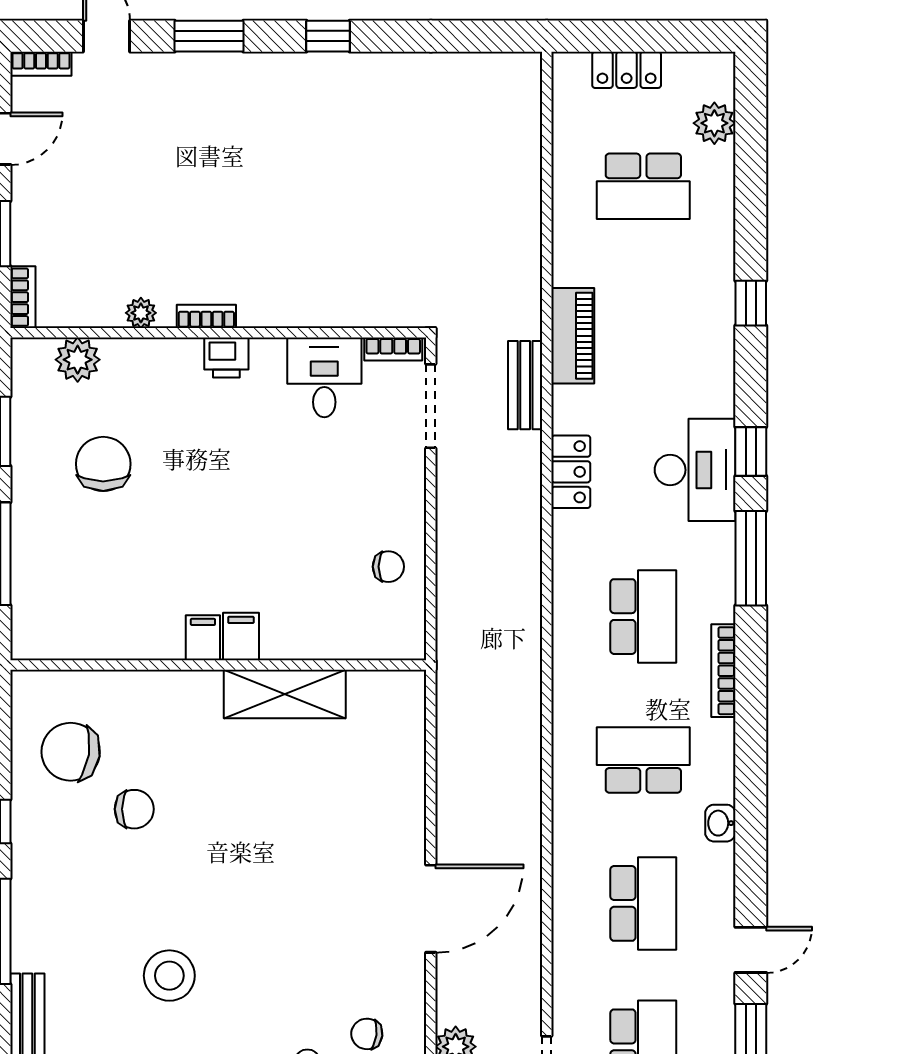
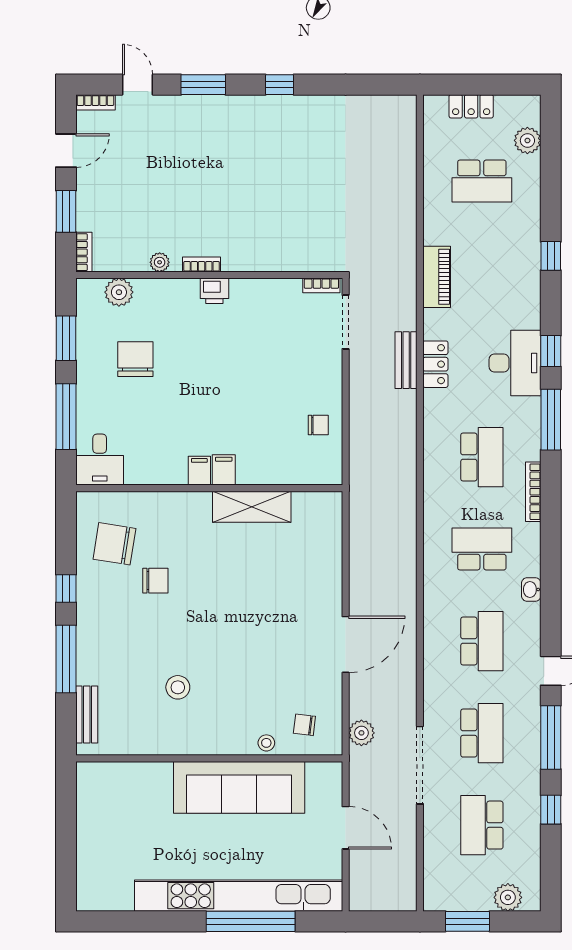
desk: (324, 377) -> (100, 460), moved, turned 180
bench: (525, 385) -> (406, 360), moved
stool: (169, 976) -> (178, 687), width x0.73, depth x0.73

